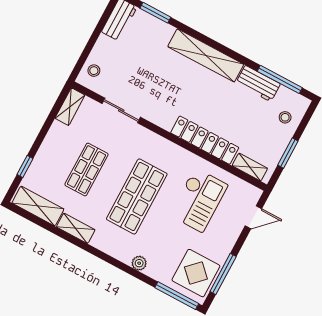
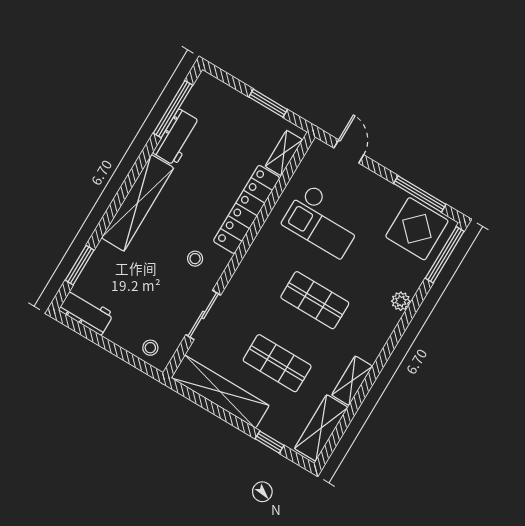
shelving: (70, 107) -> (220, 392), width x2.20, depth x1.33
stool: (285, 117) -> (195, 259), moved
shop shelf: (137, 196) -> (315, 300), width x0.70, depth x0.74
checkout: (199, 200) -> (323, 221), turned 180

